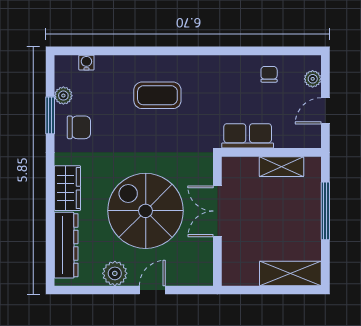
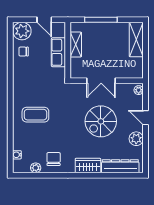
plant: (313, 79) -> (22, 31), width x1.87, depth x1.87
coffee table: (157, 95) -> (35, 115), turned 90
window: (50, 115) -> (47, 175), removed
row of seats: (248, 136) -> (58, 52), moved
spiral stairs: (146, 211) -> (101, 121), width x0.73, depth x0.73
plant: (201, 278) -> (139, 90), added

